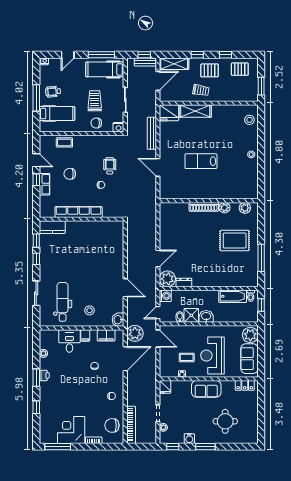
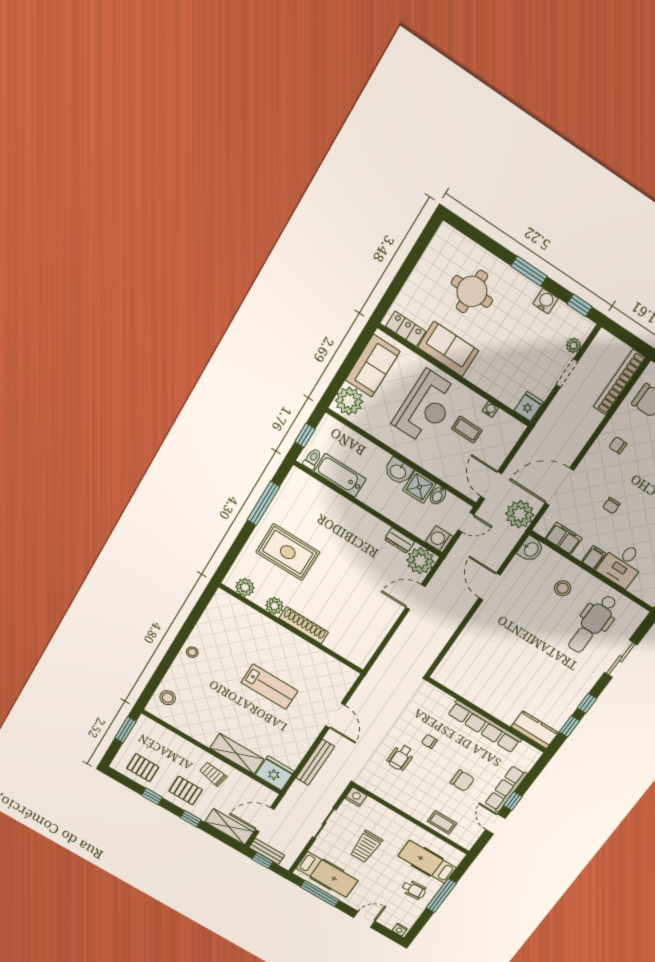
chair: (96, 123) -> (382, 820), removed
row of seats: (44, 184) -> (506, 789), width x1.48
sofa: (206, 389) -> (448, 349), moved

